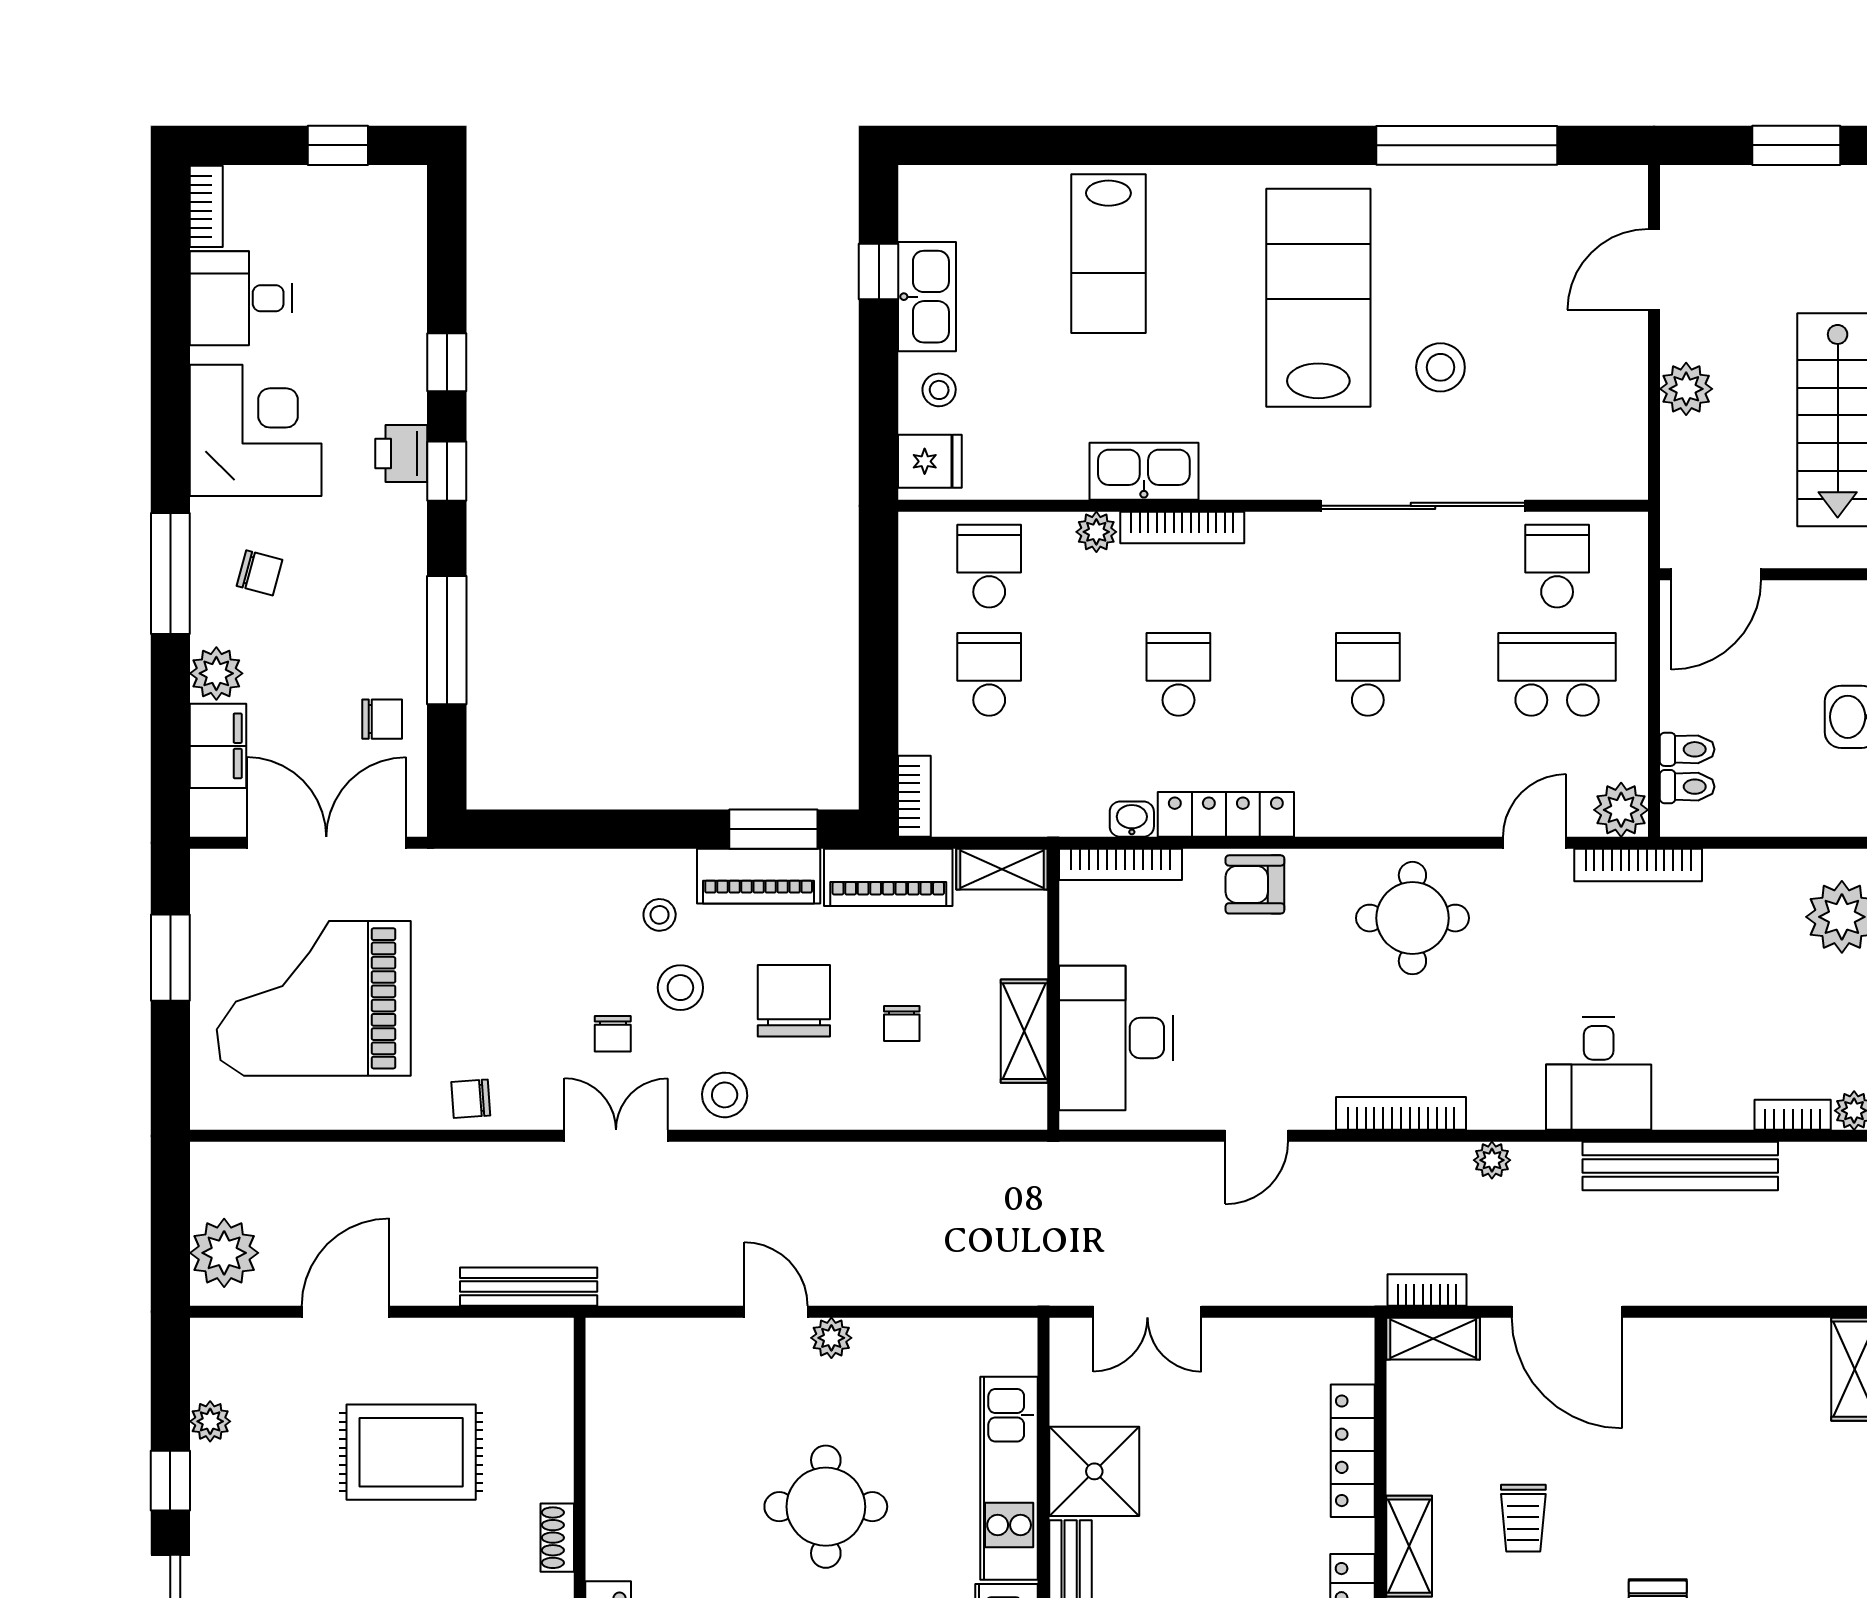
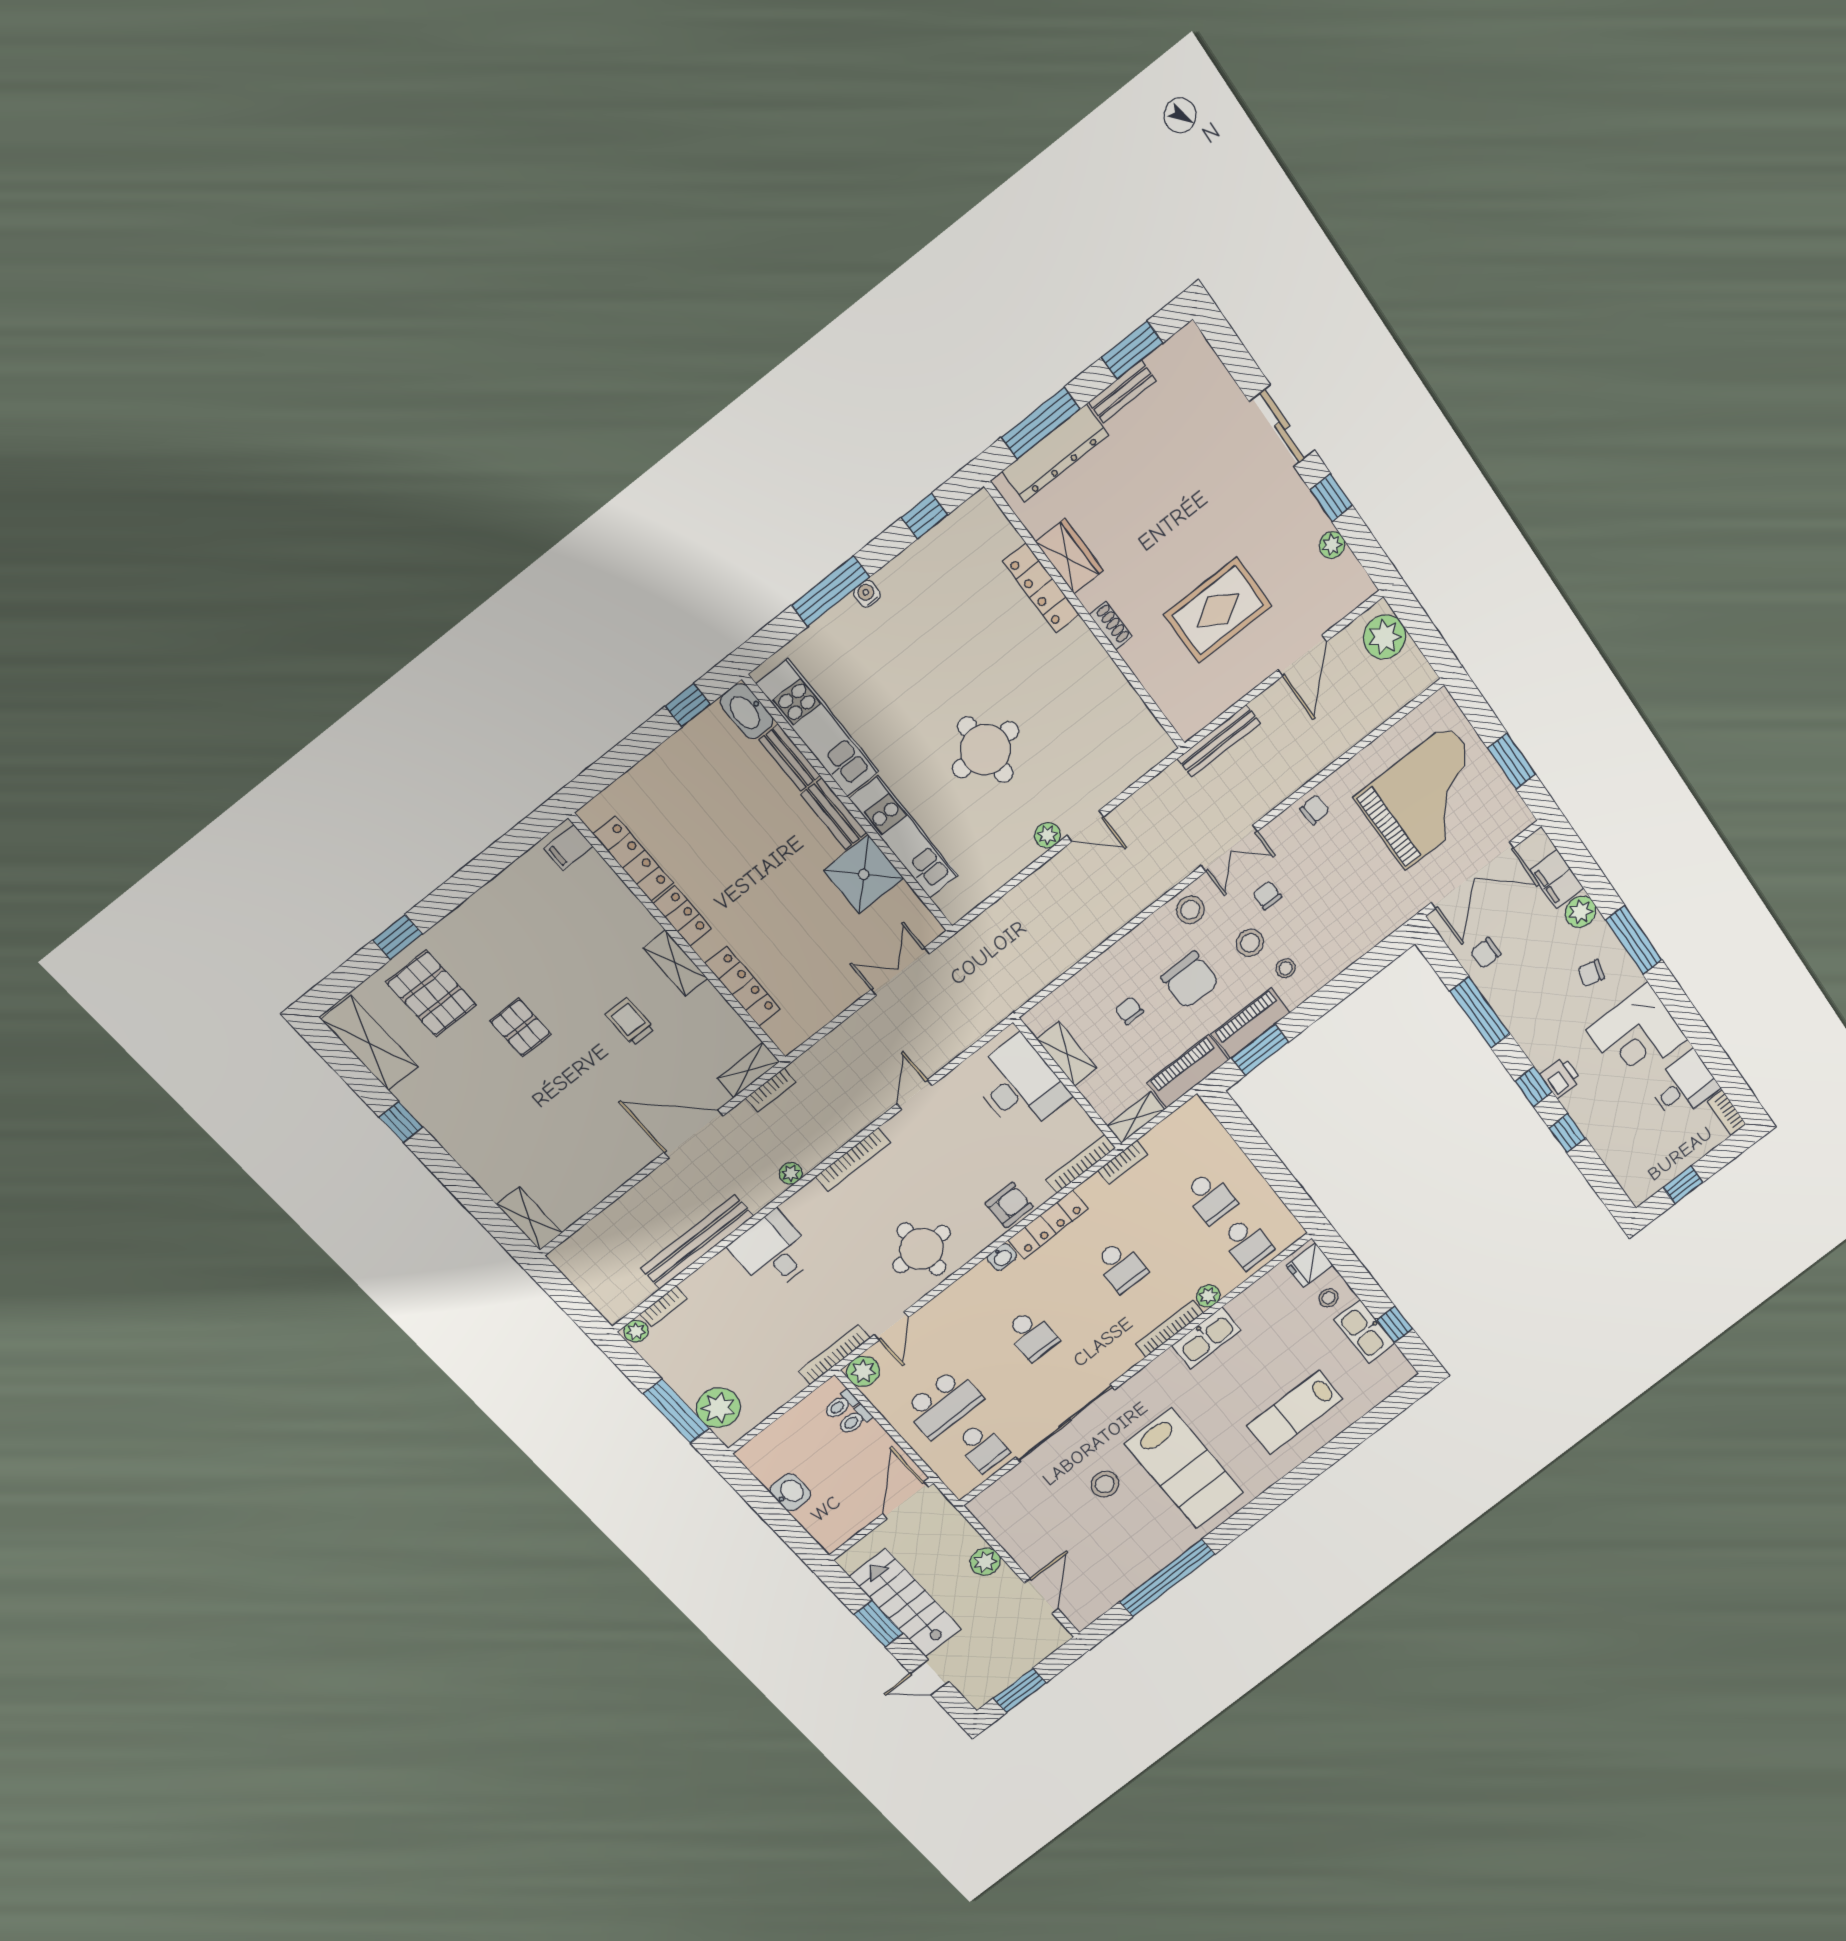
lab bench: (1108, 254) -> (1295, 1412), turned -90
bookcase: (914, 796) -> (1123, 1162), moved, turned -90
washbasin: (1132, 819) -> (1002, 1257), moved

